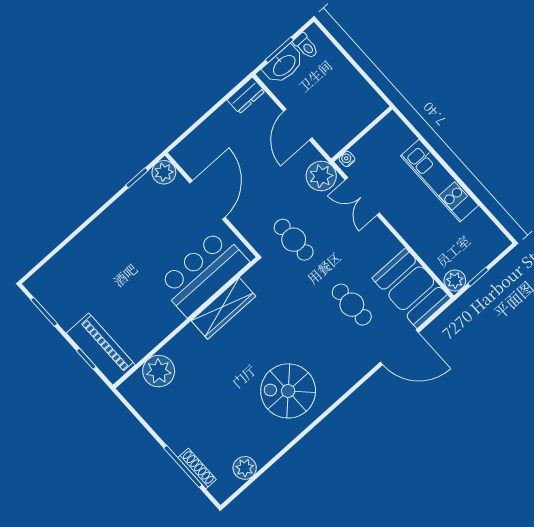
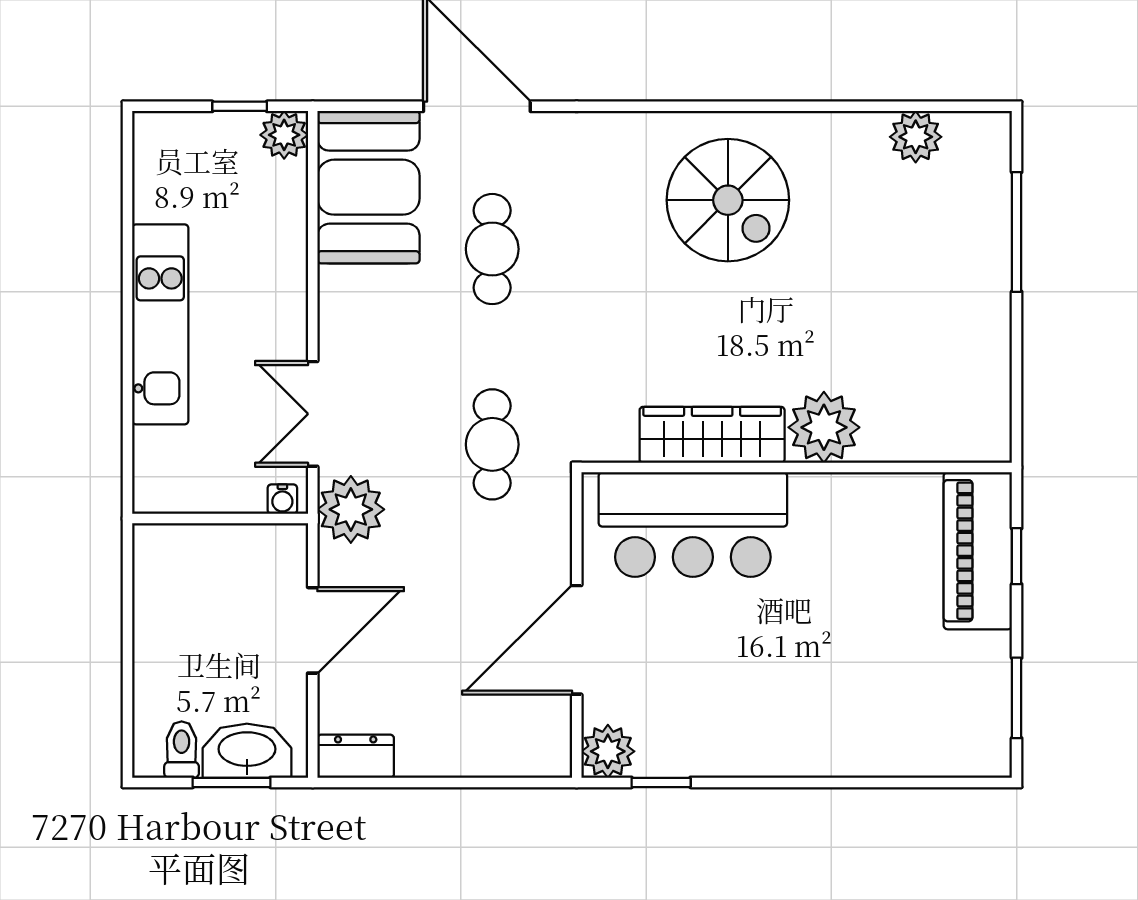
double door: (362, 196) -> (313, 414), swing flipped
plant: (159, 371) -> (824, 427), moved
shoe rack: (197, 469) -> (996, 207), removed

